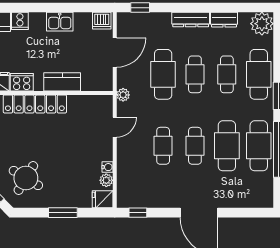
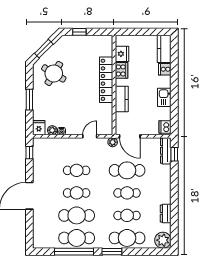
dresser: (191, 20) -> (166, 151), moved
door: (115, 53) -> (130, 136), moved
door: (115, 127) -> (90, 136), swing flipped

